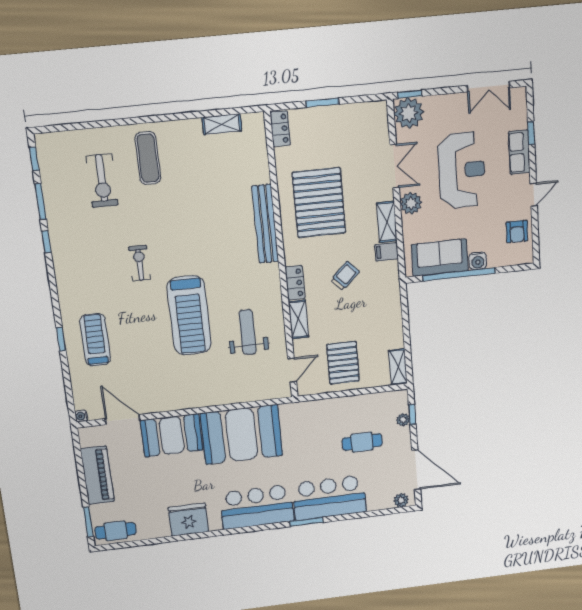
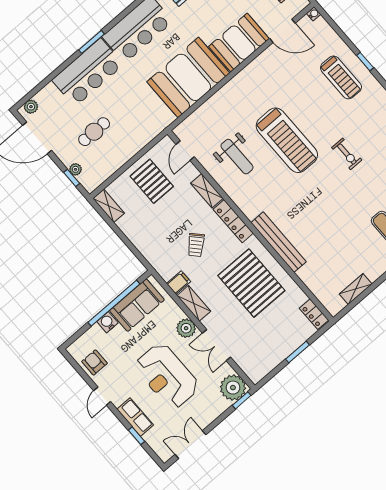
locker: (295, 283) -> (233, 221), width x1.53
treadmill: (189, 315) -> (287, 140), turned 180

